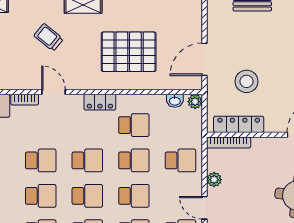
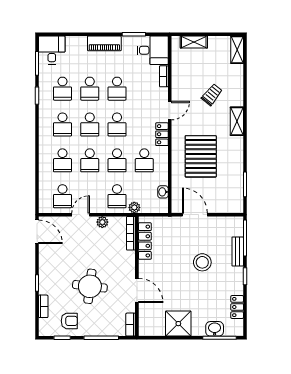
stool: (247, 81) -> (202, 262), moved
door: (54, 92) -> (170, 111), moved
plant: (195, 102) -> (134, 207), moved

